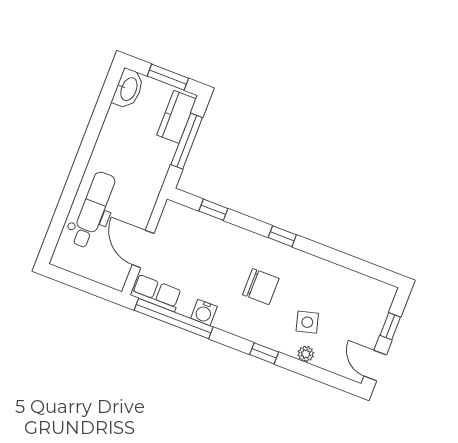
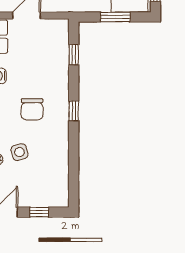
window: (187, 141) -> (115, 17), width x0.69

